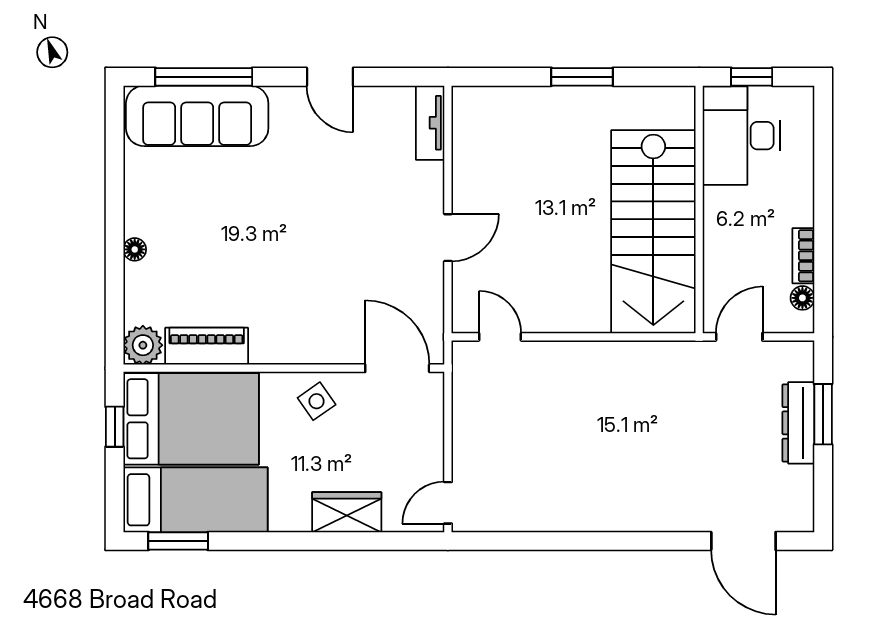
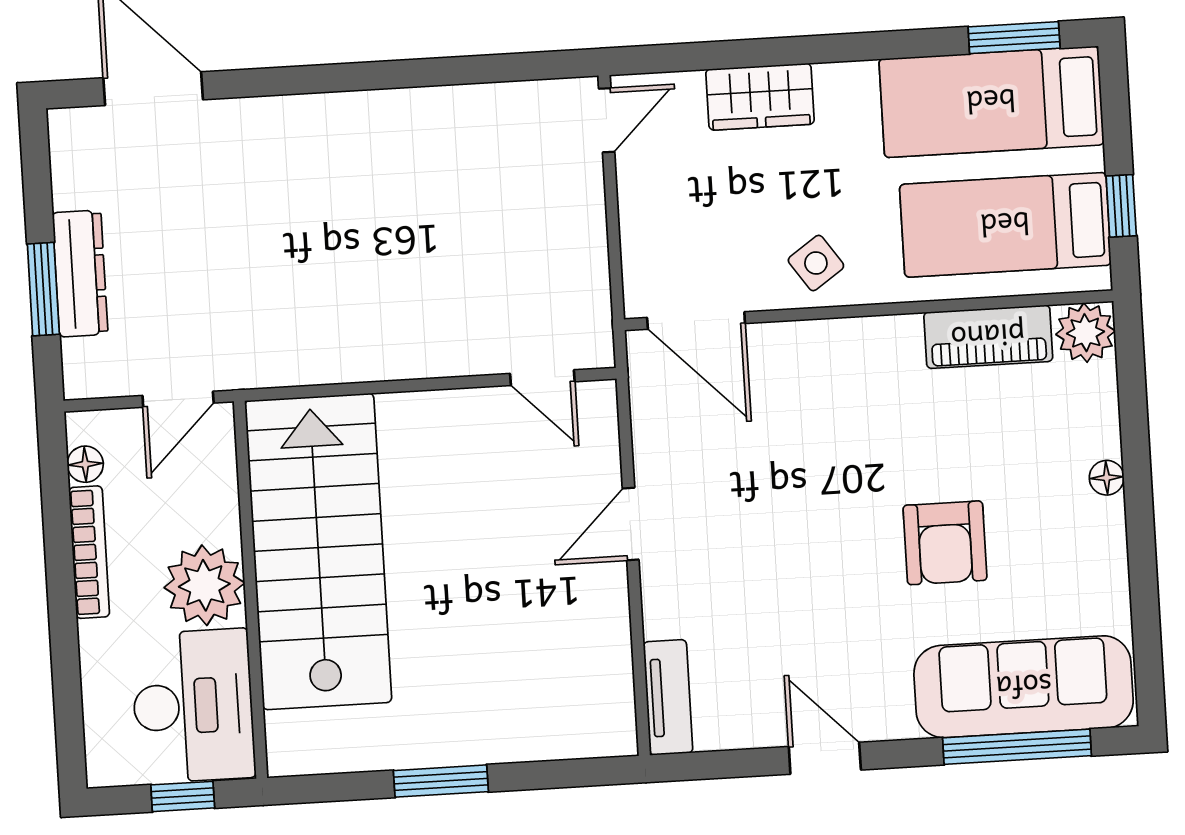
armchair: (243, 213) -> (945, 543), added
plant: (729, 214) -> (204, 585), added
bookcase: (803, 256) -> (89, 552), width x1.56
bed: (191, 419) -> (1005, 225), width x0.67

